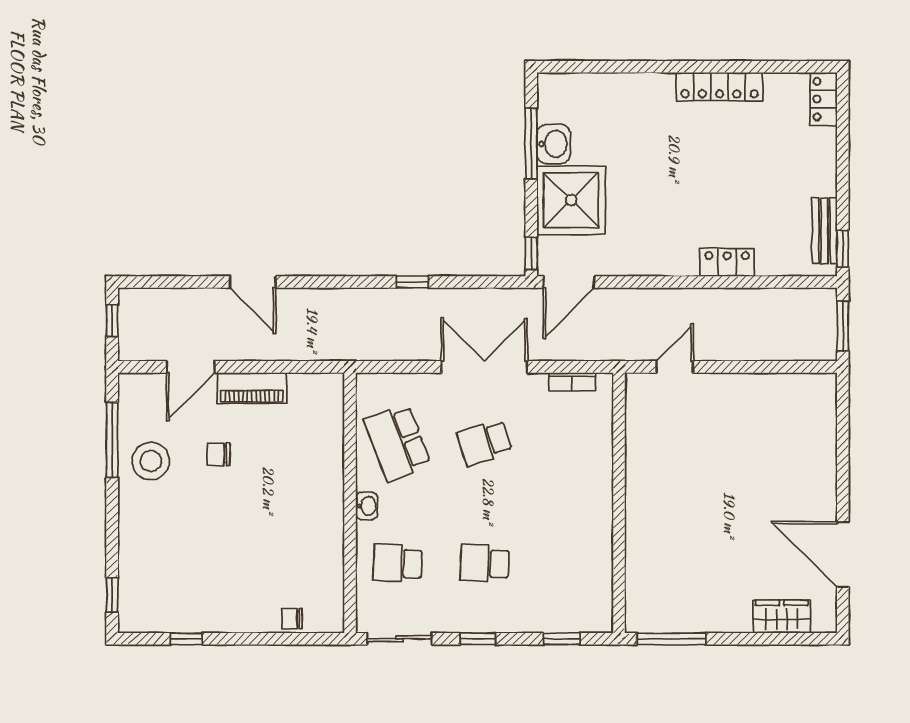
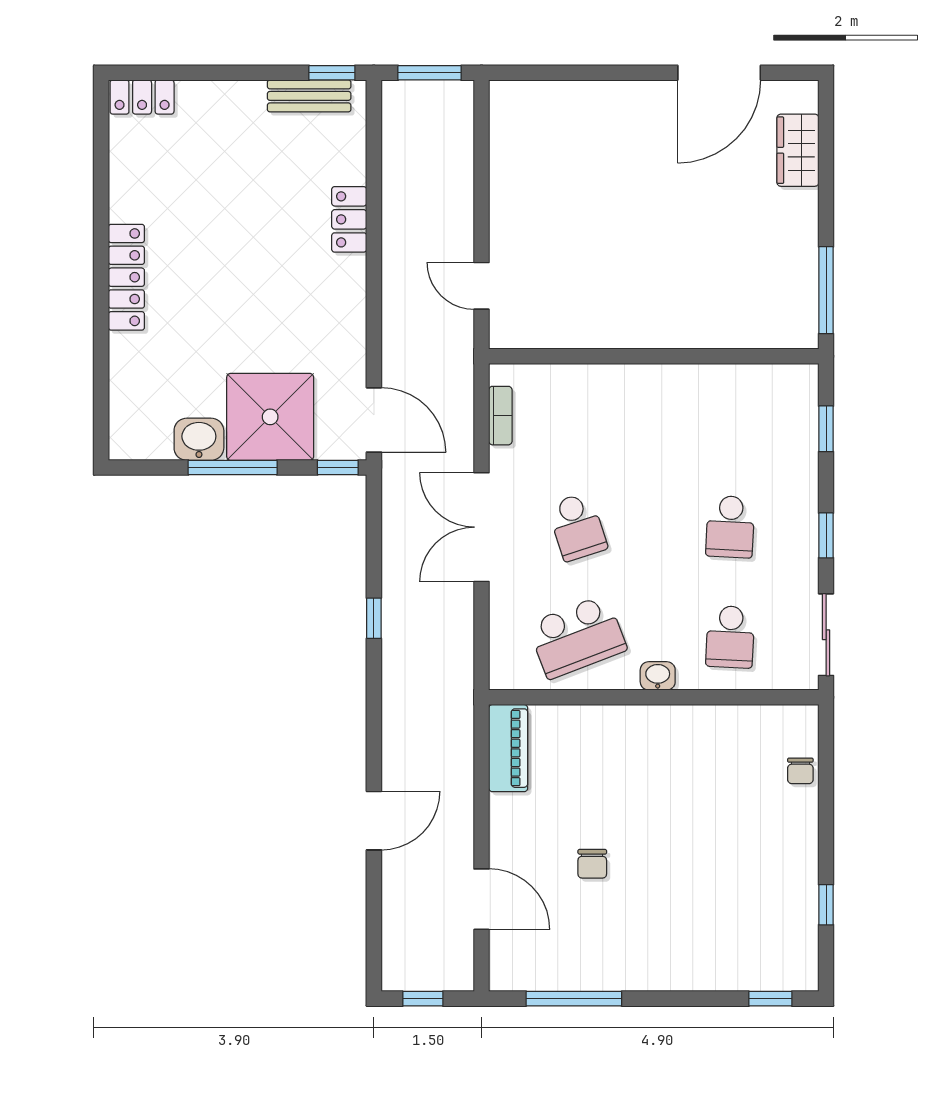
locker: (720, 87) -> (126, 277), moved
window: (531, 143) -> (233, 468), moved
piano: (252, 388) -> (508, 748), moved
stool: (151, 461) -> (601, 950), removed

